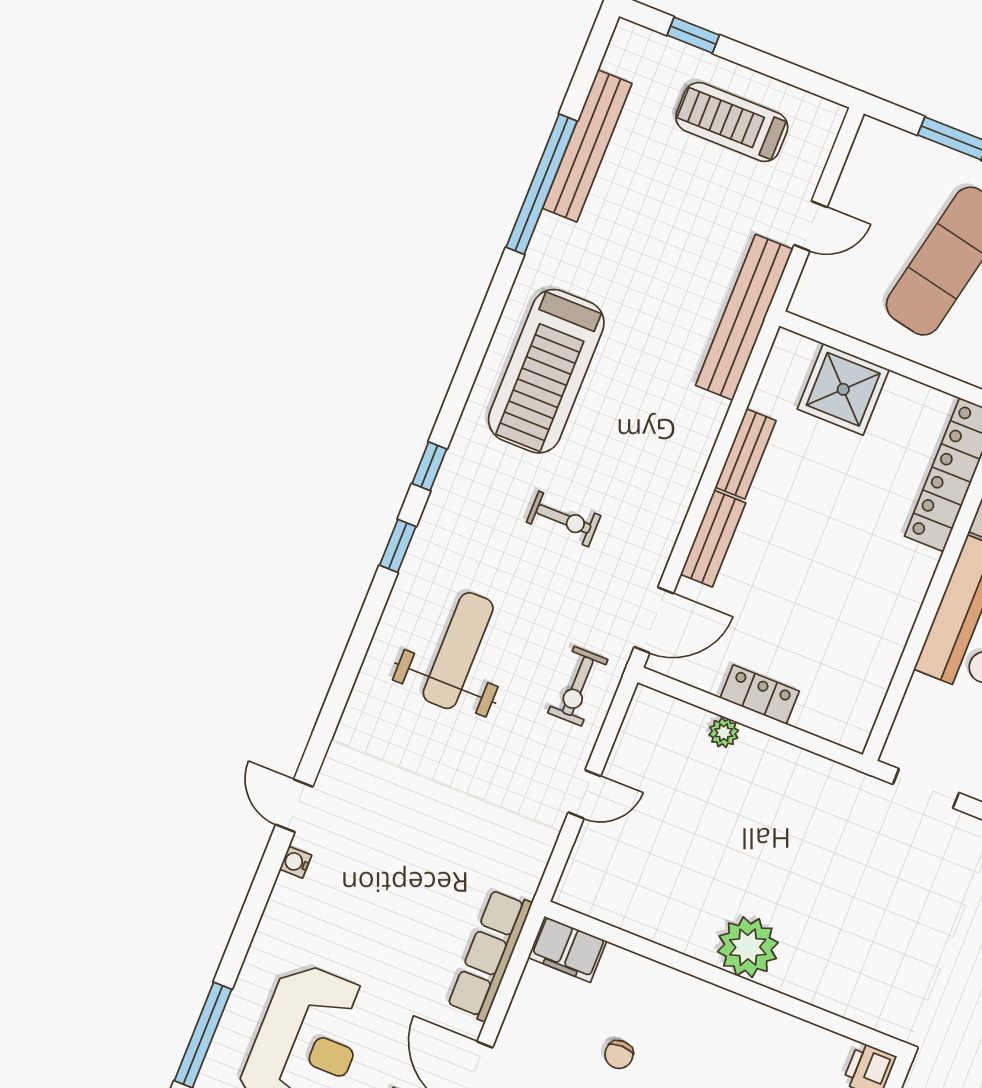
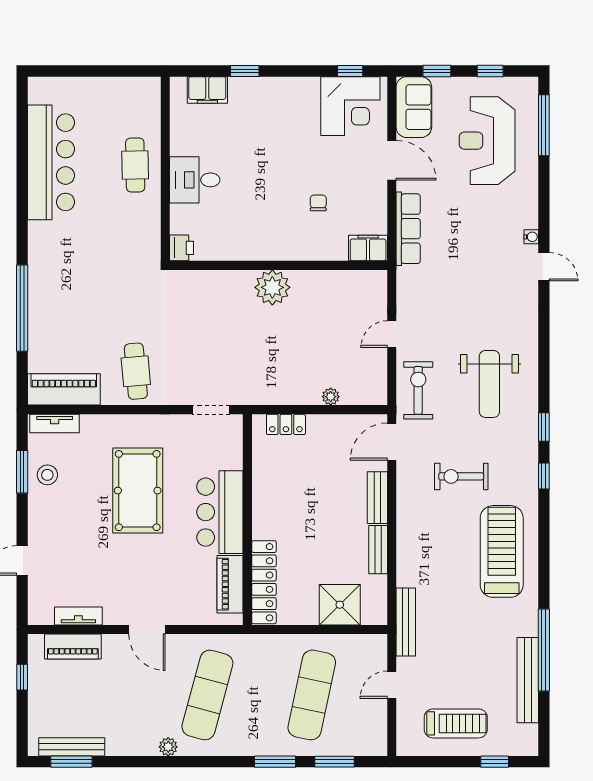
bench: (744, 317) -> (406, 622), width x0.73, depth x0.82
exercise bike: (564, 519) -> (461, 476), width x1.38, depth x1.39
exercise bike: (578, 686) -> (418, 390), width x1.38, depth x1.39
locker: (760, 695) -> (286, 424), moved

